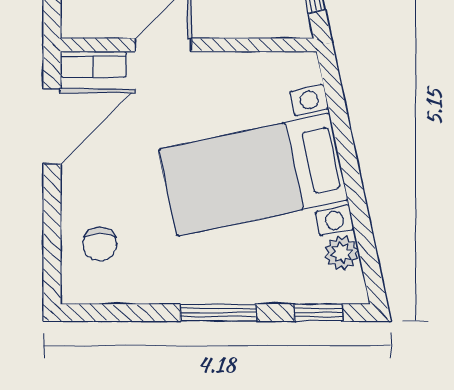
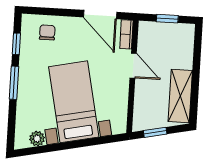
chair: (100, 244) -> (47, 32), turned 90
window: (318, 313) -> (16, 44), moved

